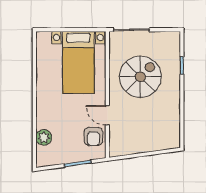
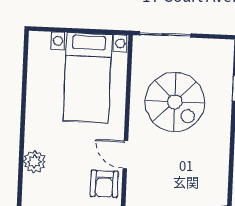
spiral stairs: (140, 77) -> (175, 102), turned 90
plant: (44, 137) -> (34, 162), moved

